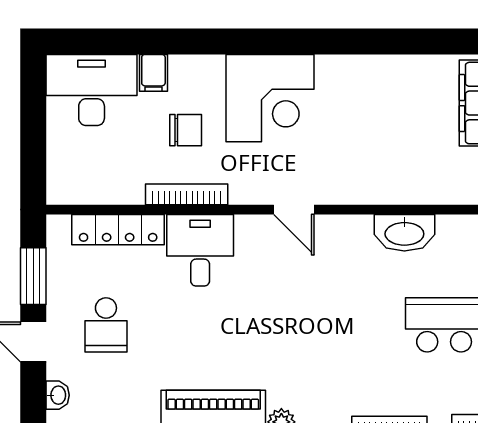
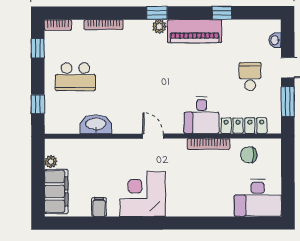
filing cabinet: (153, 73) -> (99, 207), moved
corner desk: (270, 98) -> (143, 194), moved
chair: (186, 130) -> (249, 155), moved

